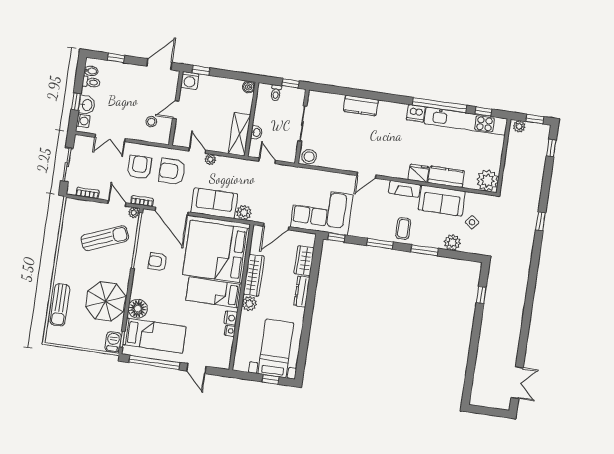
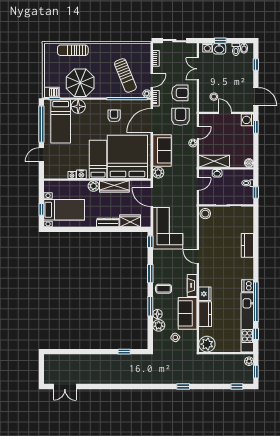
floor lamp: (437, 242) -> (157, 314), added

